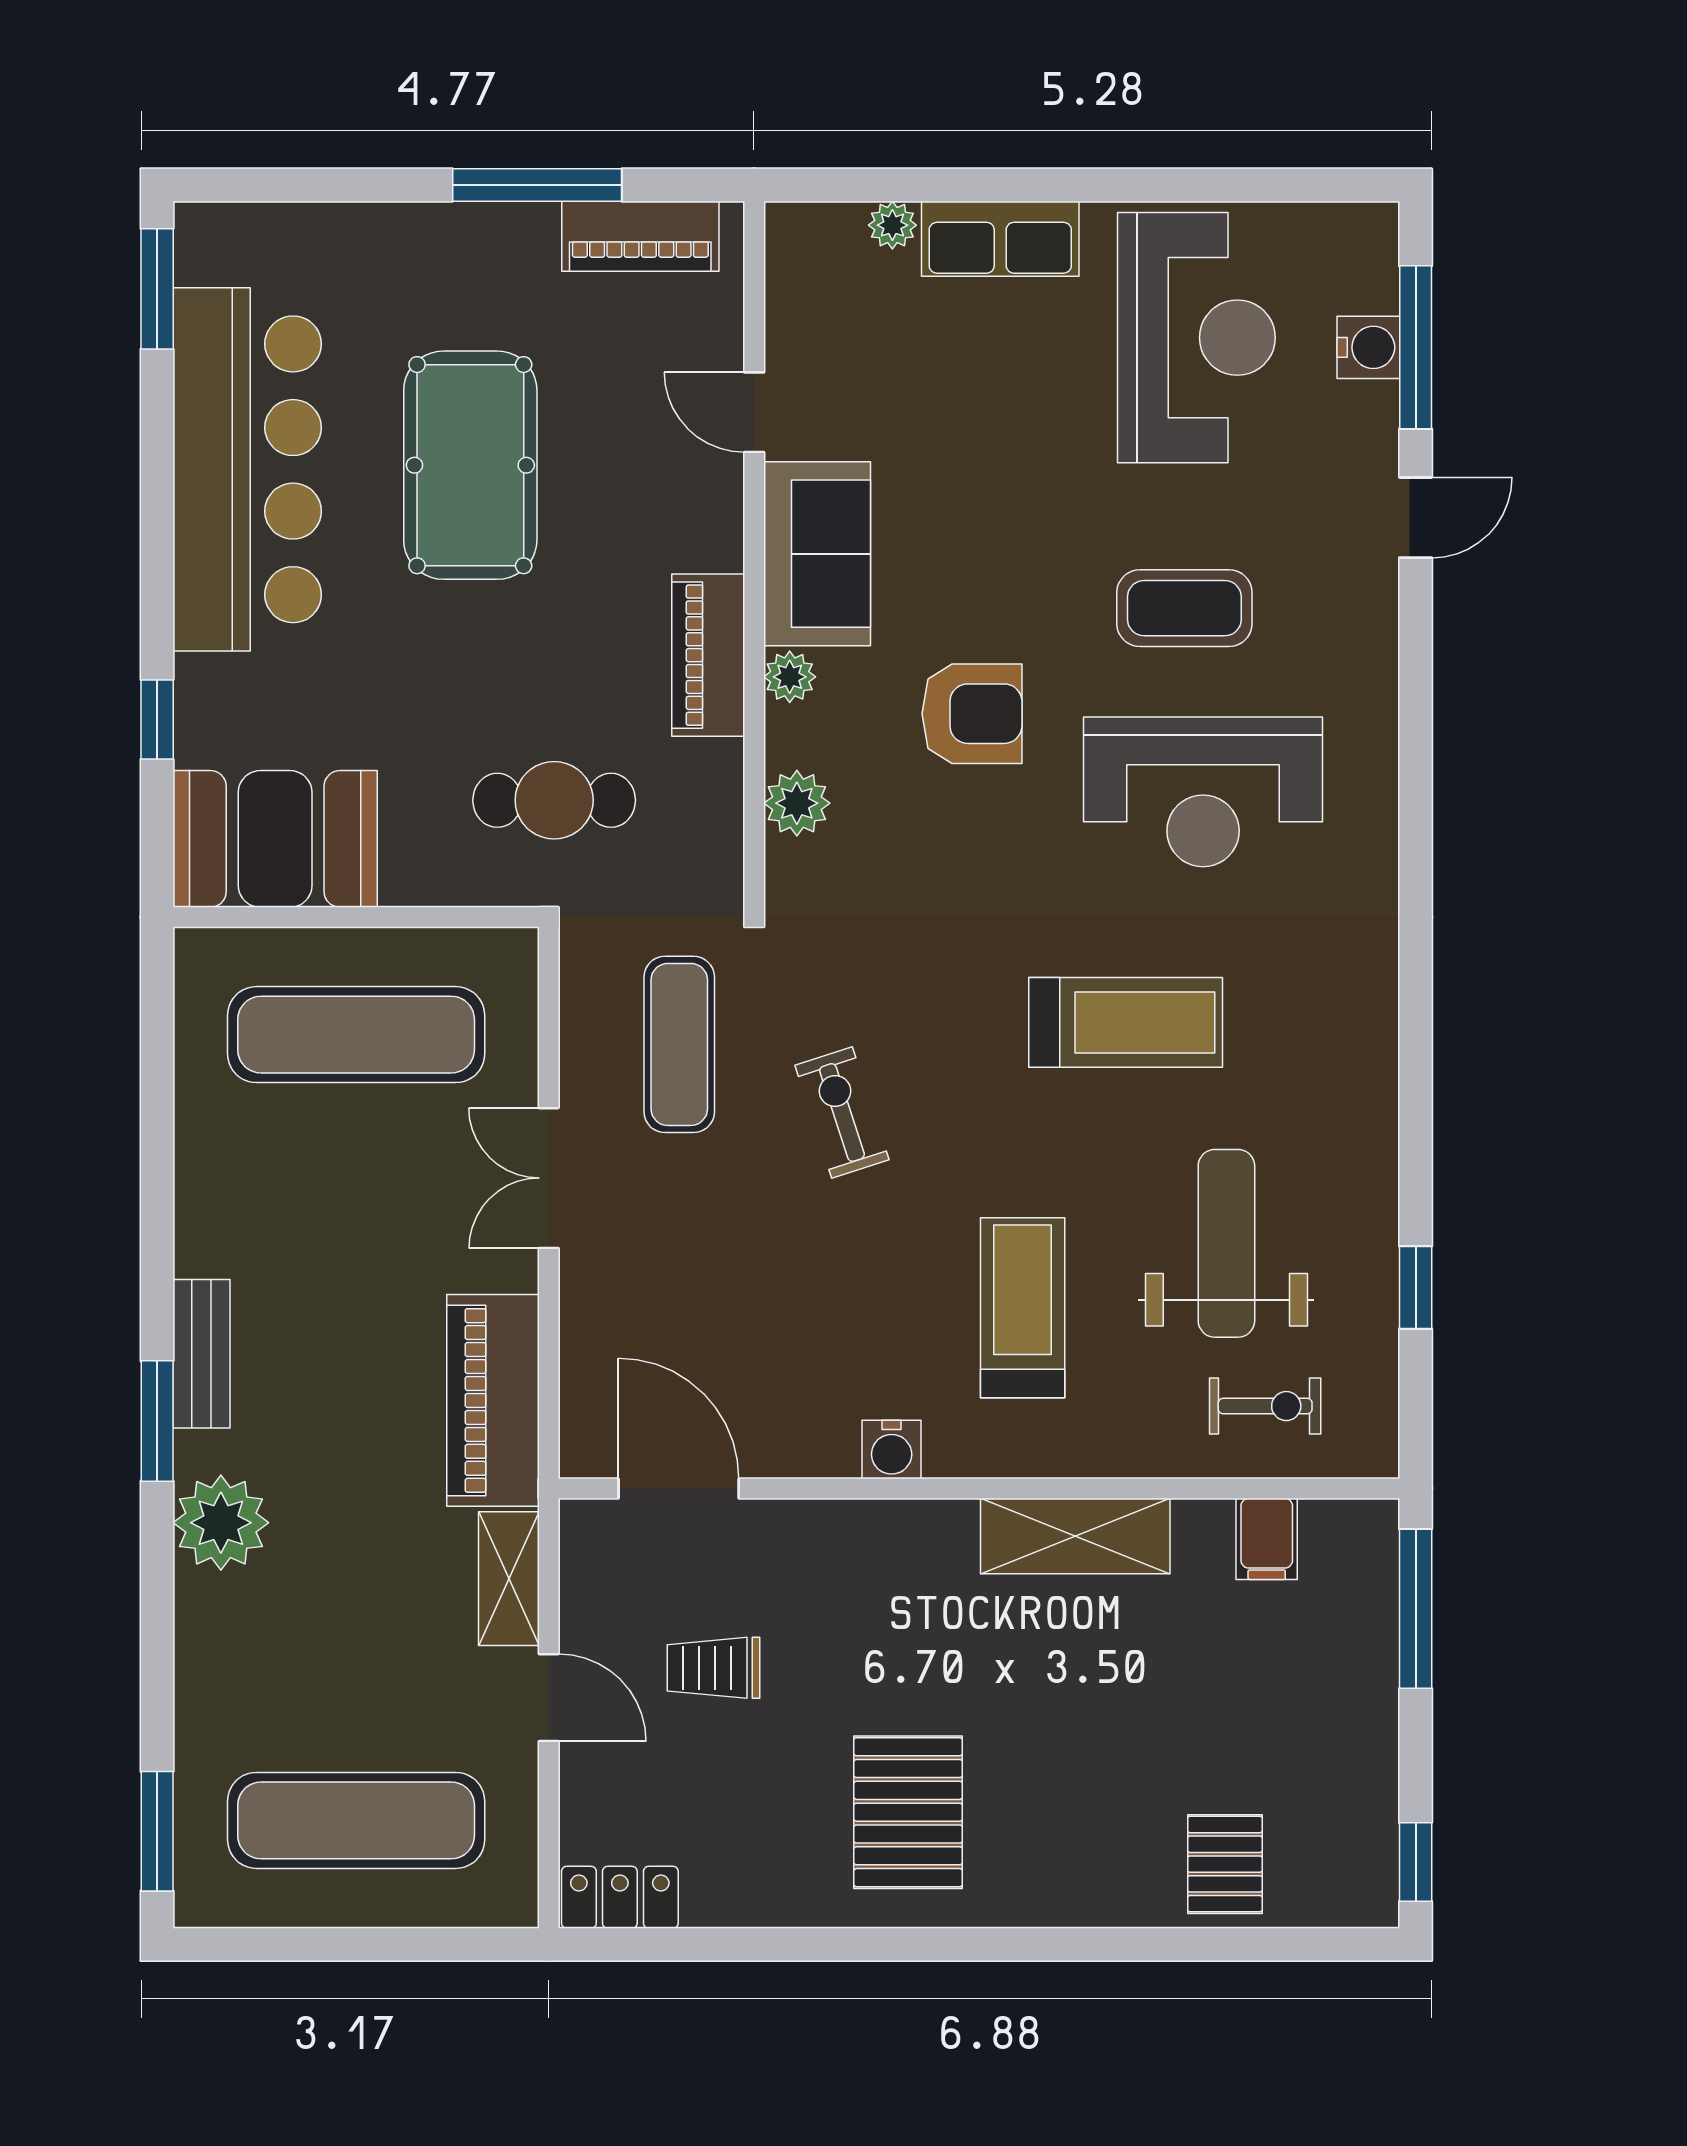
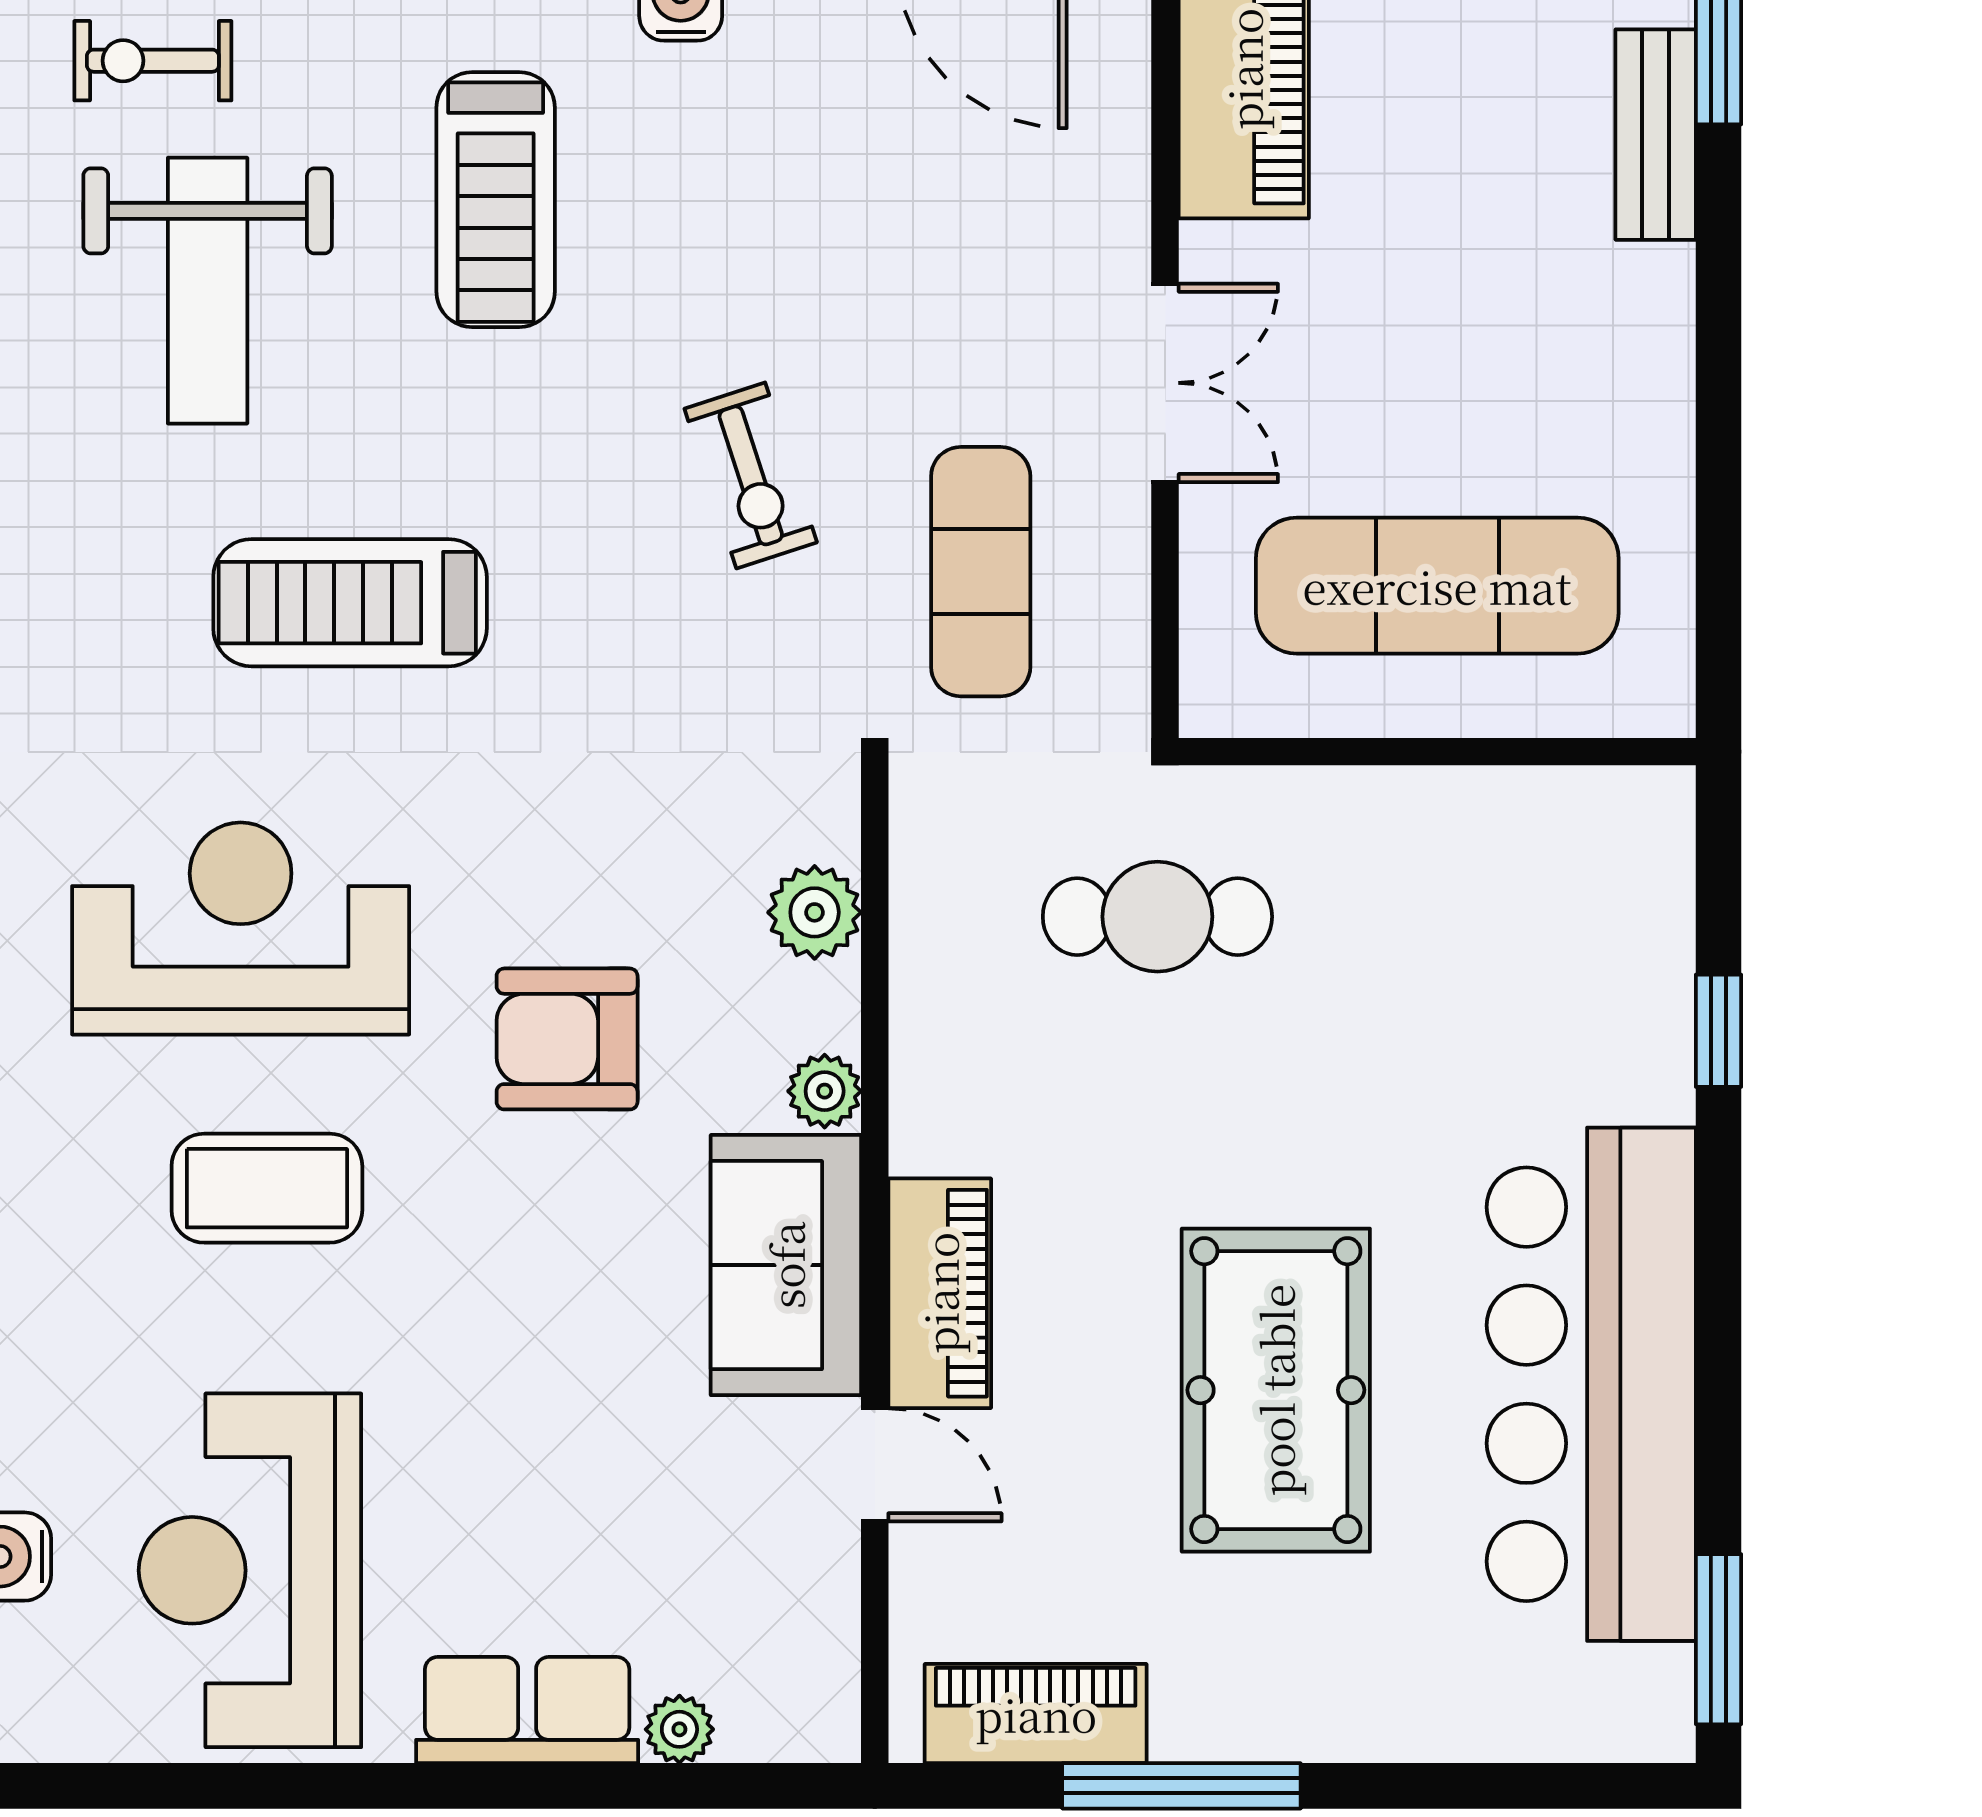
piano: (708, 655) -> (940, 1293), moved
booth: (275, 839) -> (1552, 862), removed

